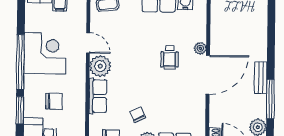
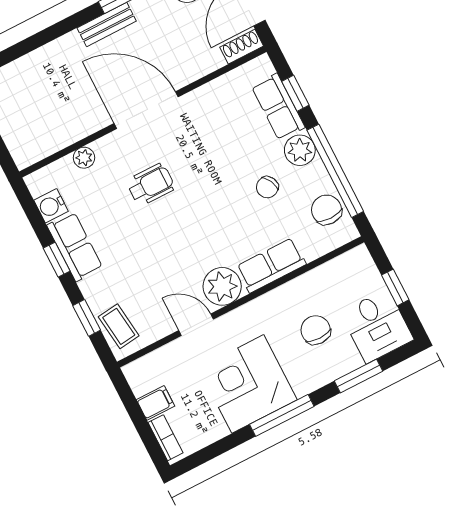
door: (88, 43) -> (196, 325), hinge flipped
plant: (200, 48) -> (84, 158), moved
window: (20, 62) -> (282, 415), width x0.68

